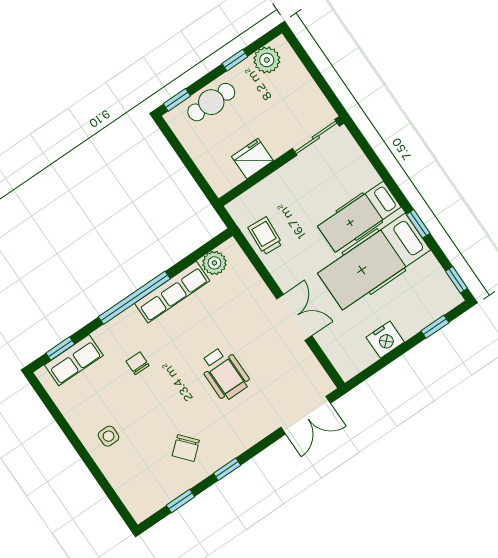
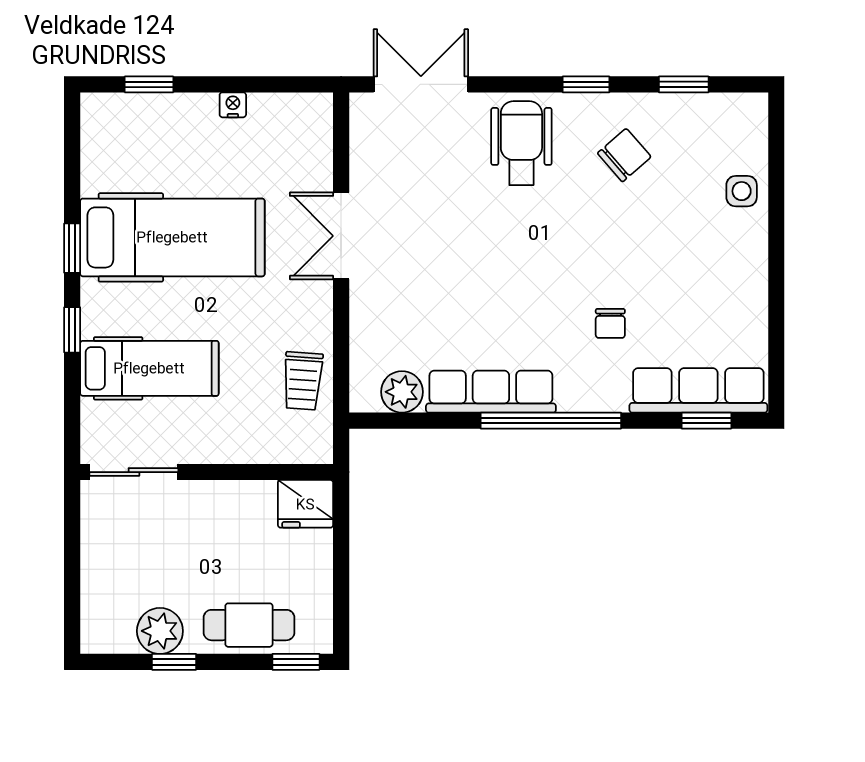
plant: (267, 60) -> (160, 631), moved
fridge: (252, 159) -> (305, 504), moved
hospital bed: (359, 217) -> (149, 368), moved
window: (456, 280) -> (72, 330), moved
nightstand: (385, 340) -> (233, 105), width x0.53, depth x0.56
row of seats: (74, 360) -> (698, 390), width x1.48
wheelchair: (224, 373) -> (521, 143), moved
side table: (109, 436) -> (742, 191), moved

